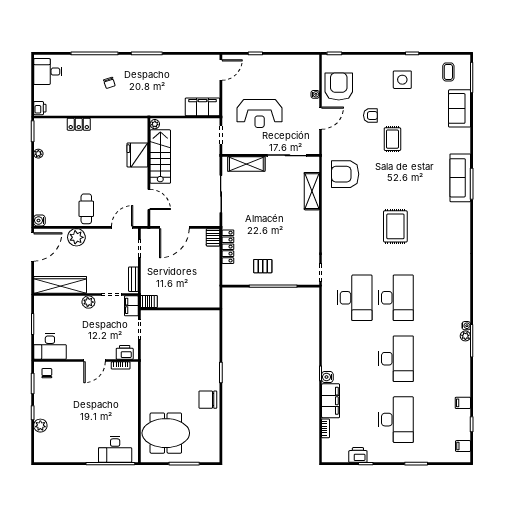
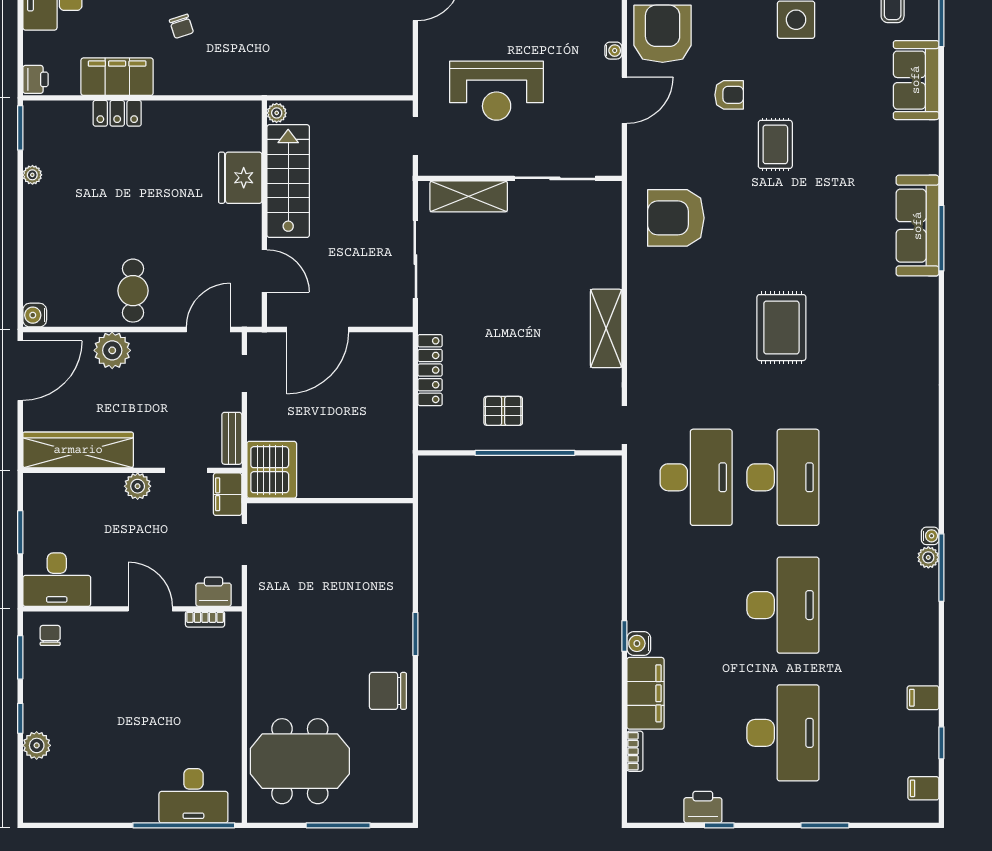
filing cabinet: (202, 107) -> (117, 77), moved
shelving: (312, 191) -> (606, 328), moved
server rack: (213, 237) -> (399, 350), removed
server rack: (149, 302) -> (272, 470), width x2.18, depth x1.44
door: (95, 361) -> (150, 609), swing flipped

